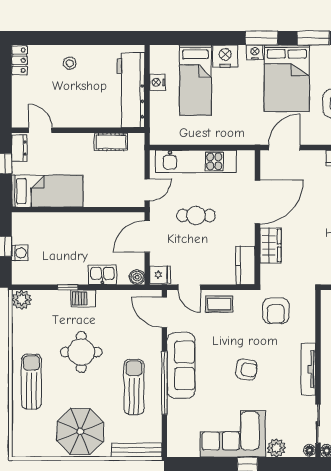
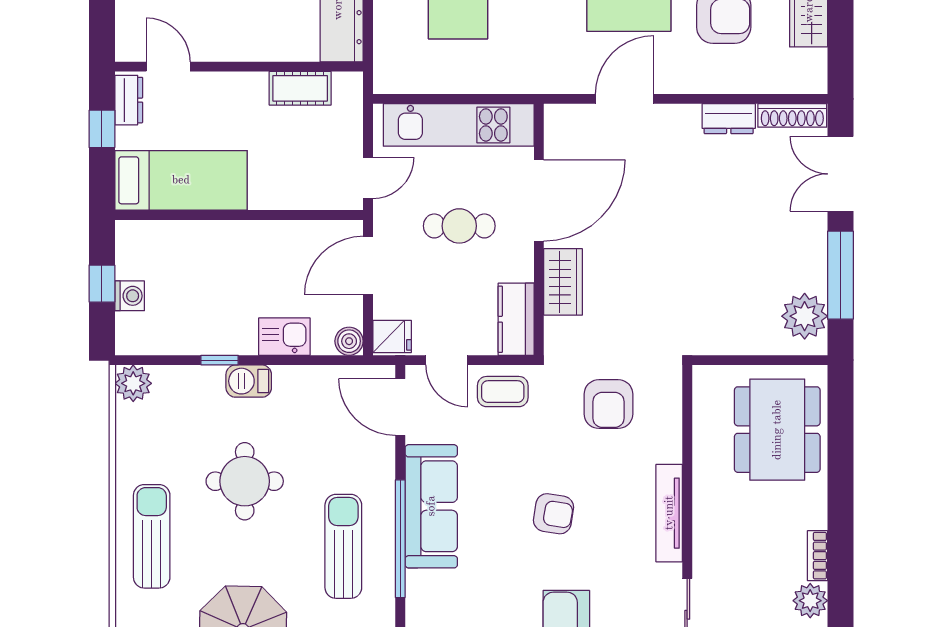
door: (258, 202) -> (539, 200), moved
wall: (258, 217) -> (539, 229), moved
wardrobe: (270, 245) -> (563, 282), moved
kitchen counter: (245, 265) -> (516, 319), moved

